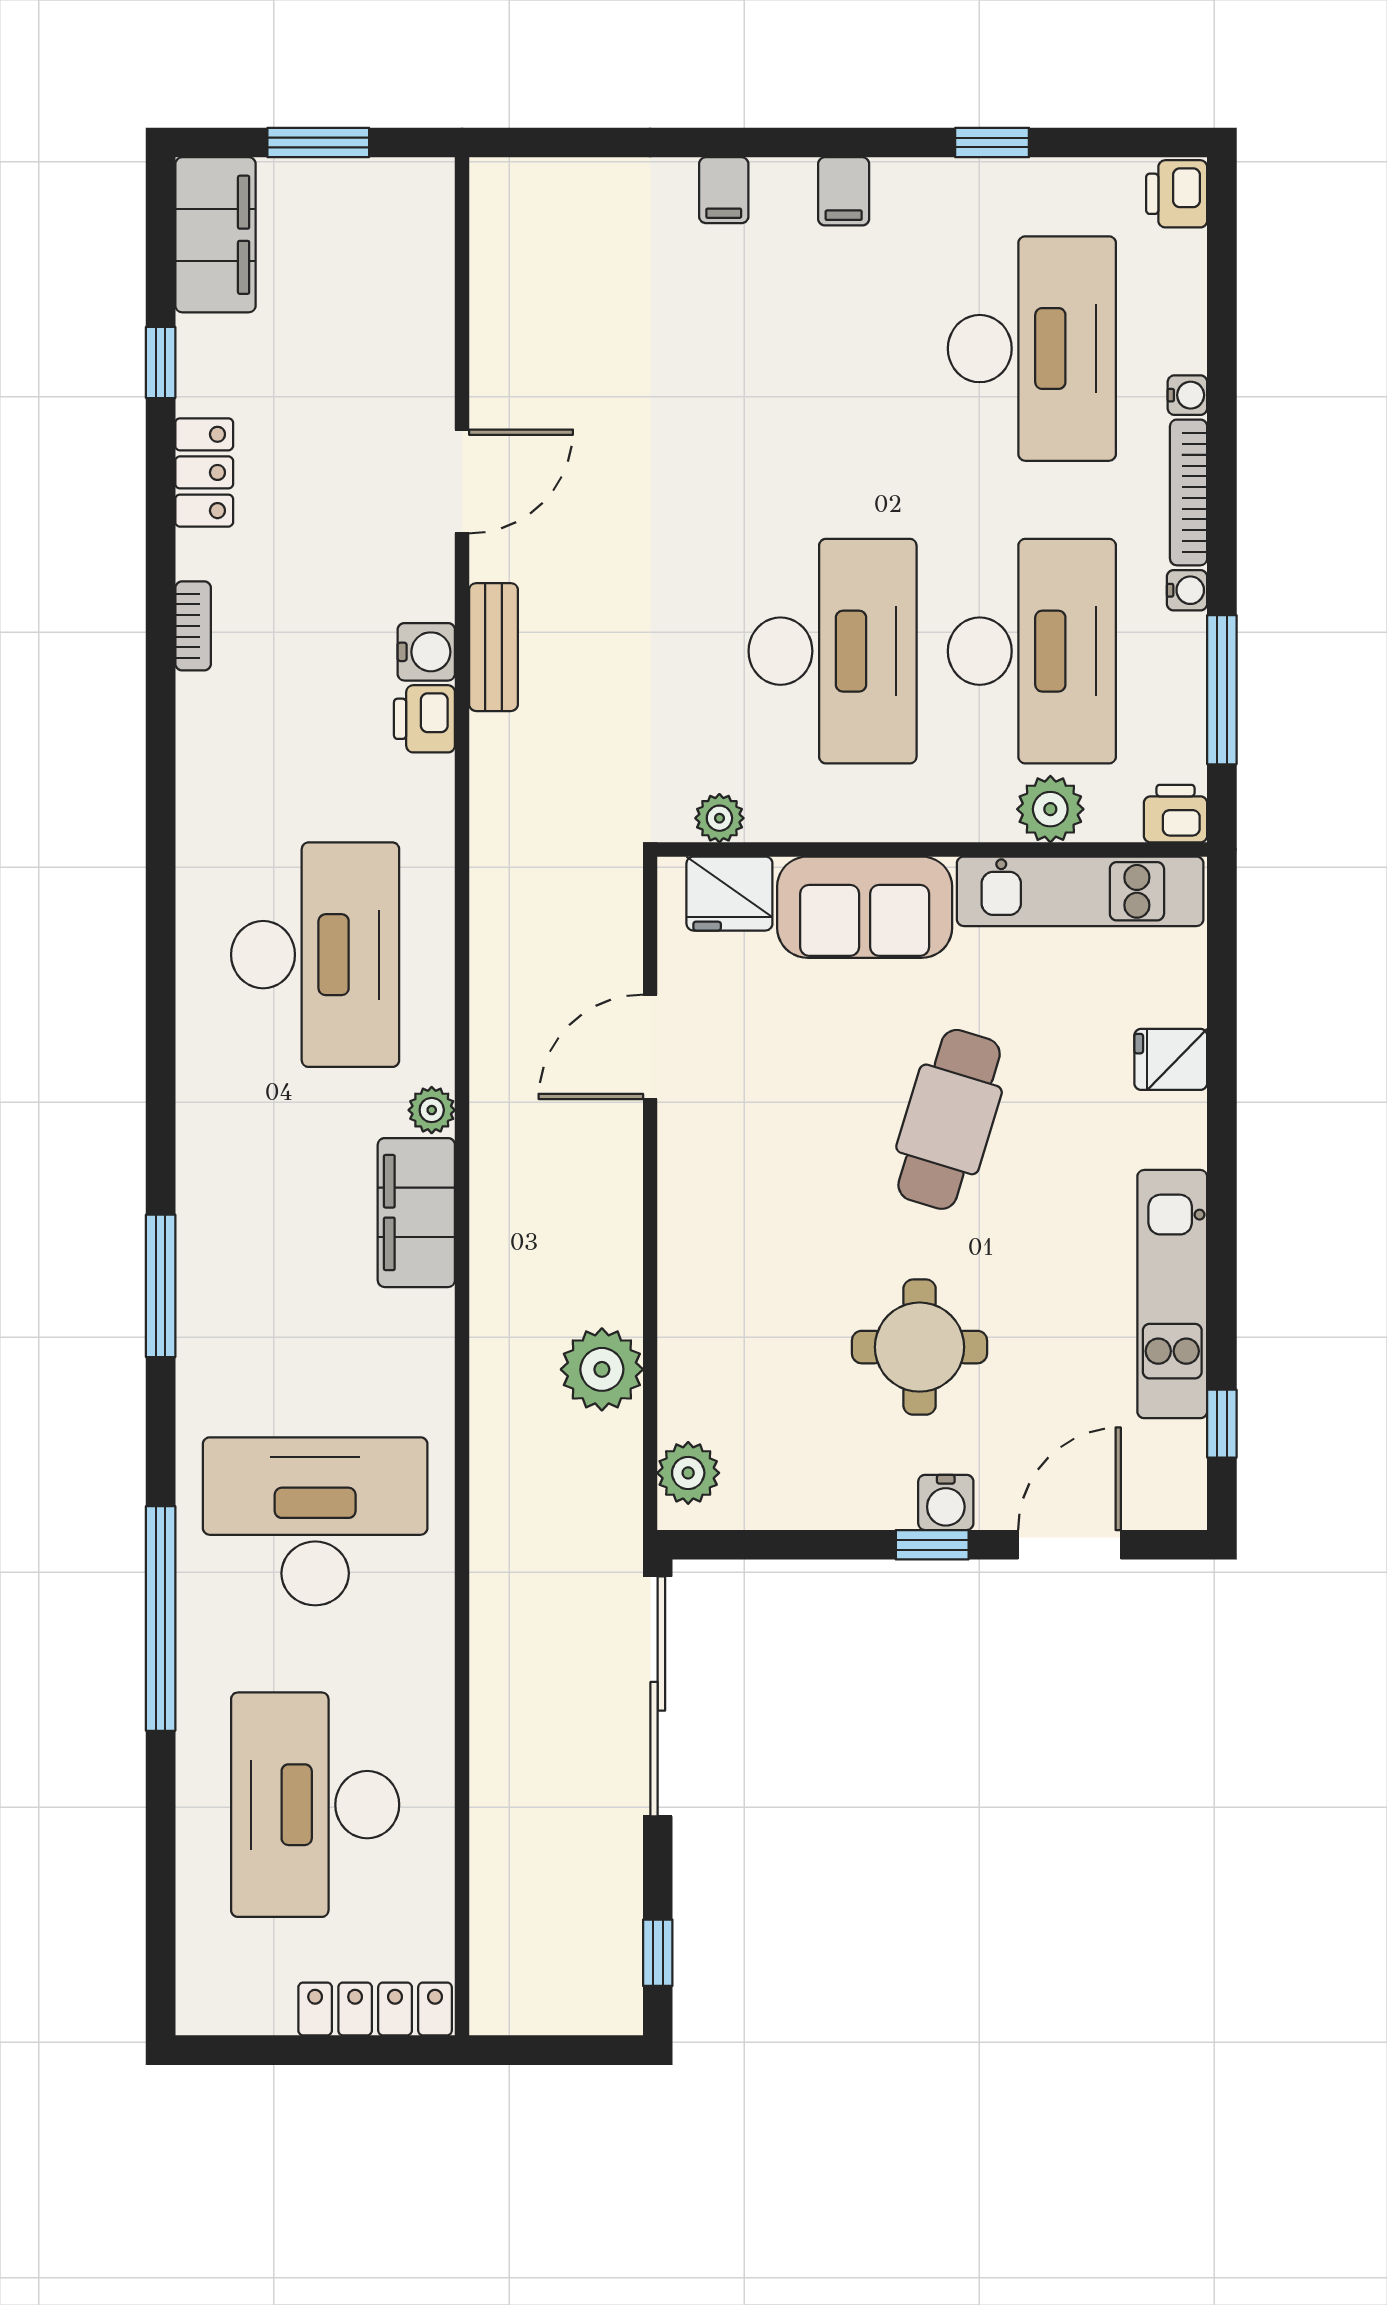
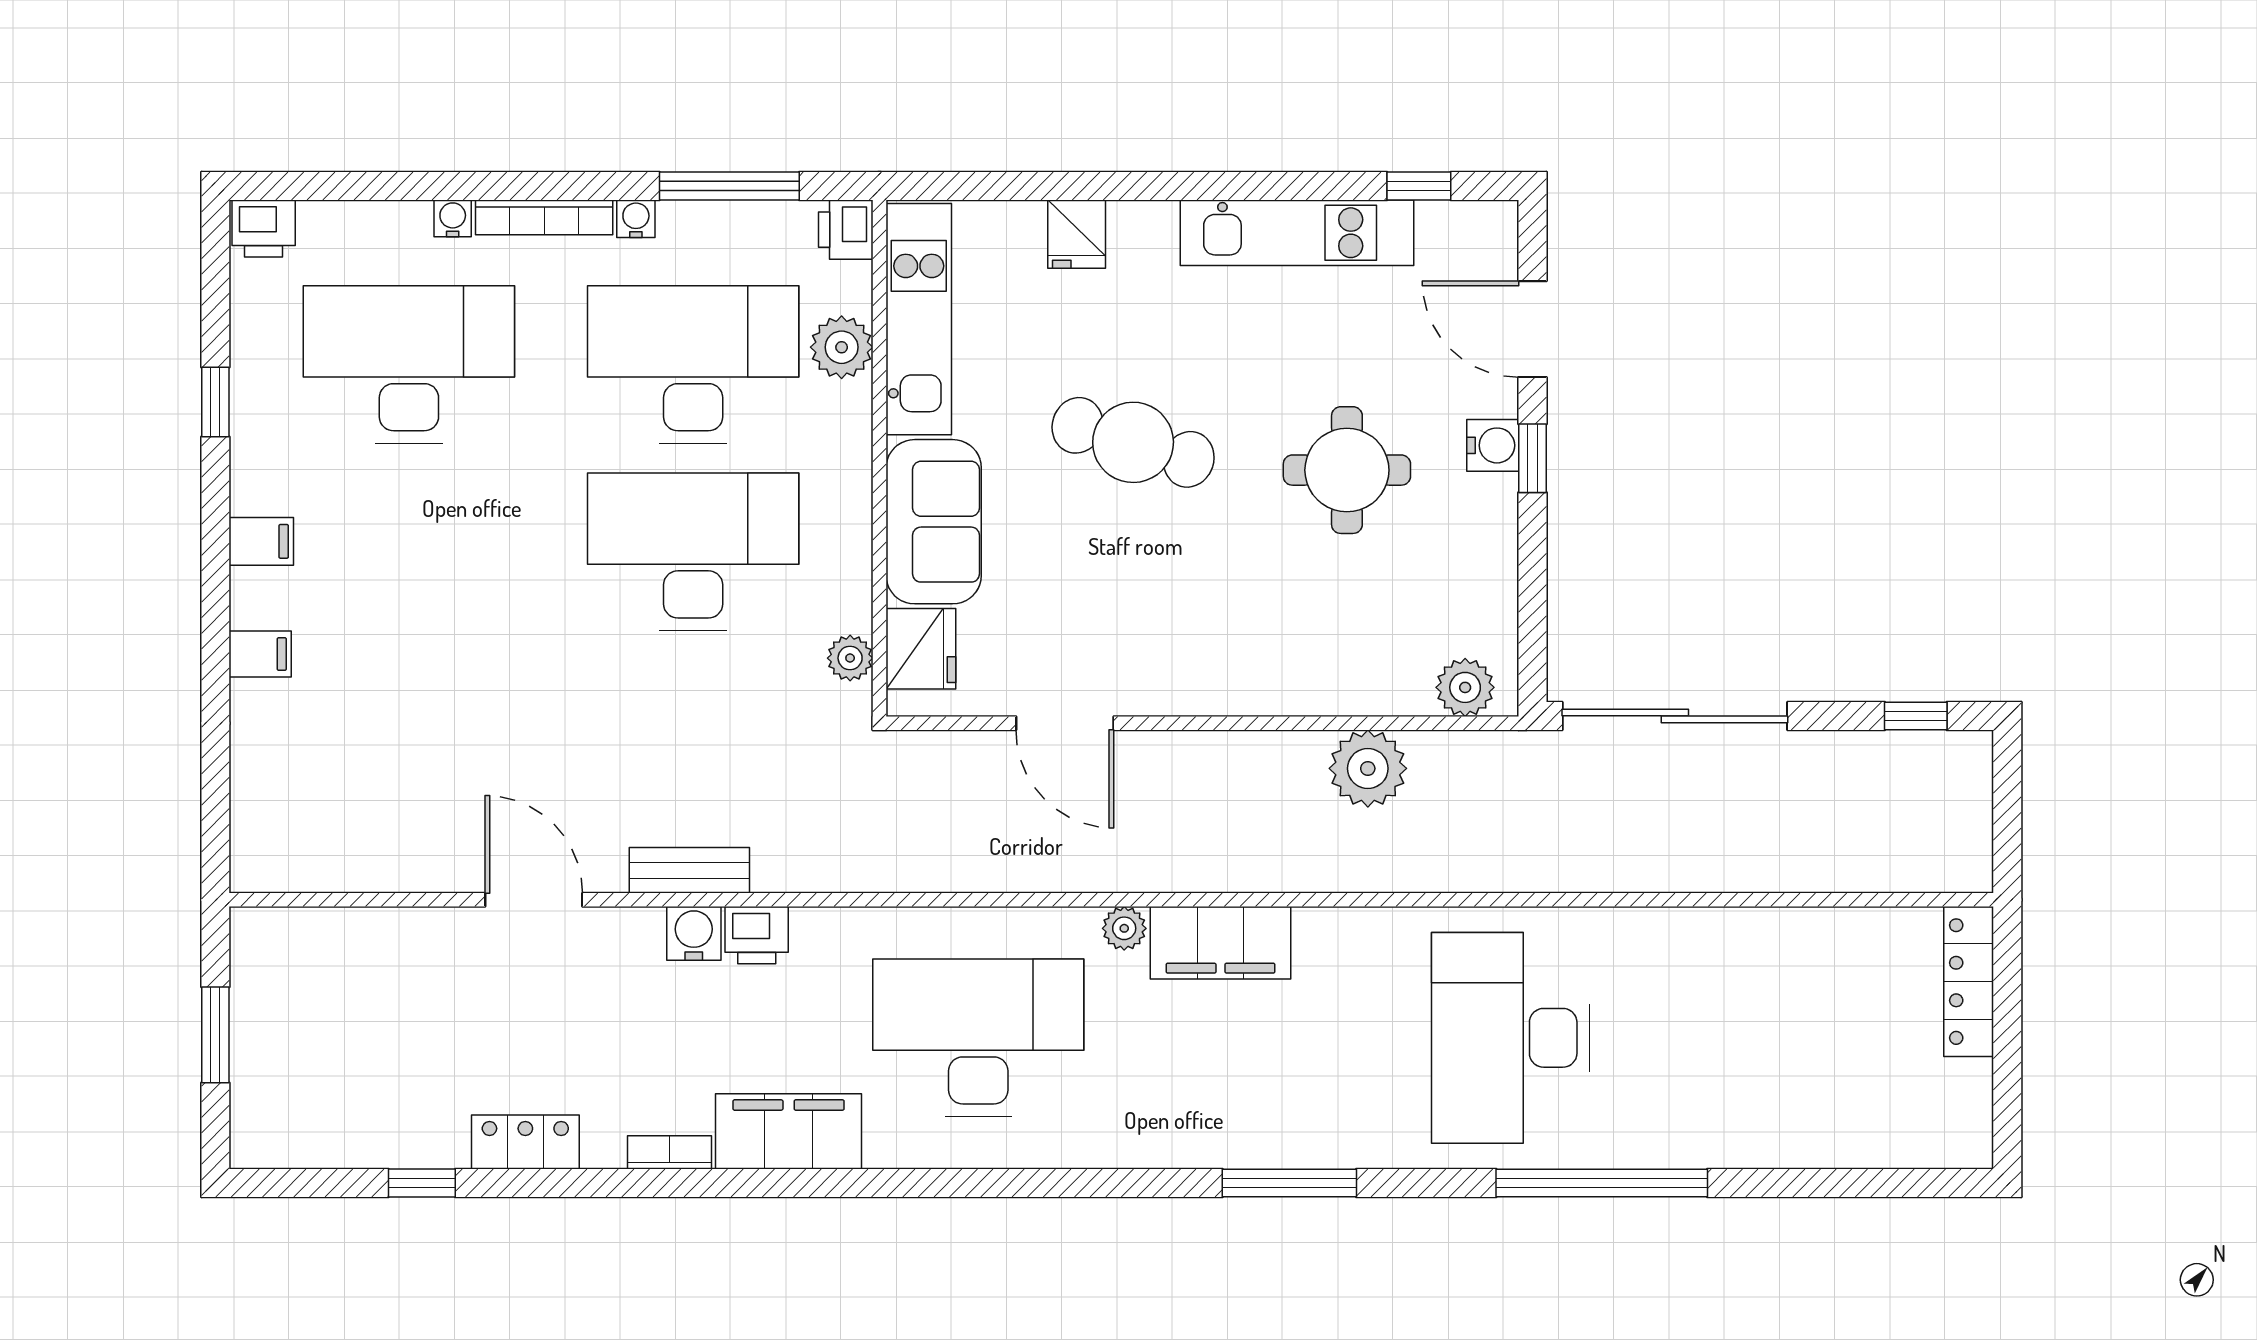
filing cabinet: (215, 235) -> (789, 1131), moved
desk: (315, 1805) -> (1777, 1038), removed

